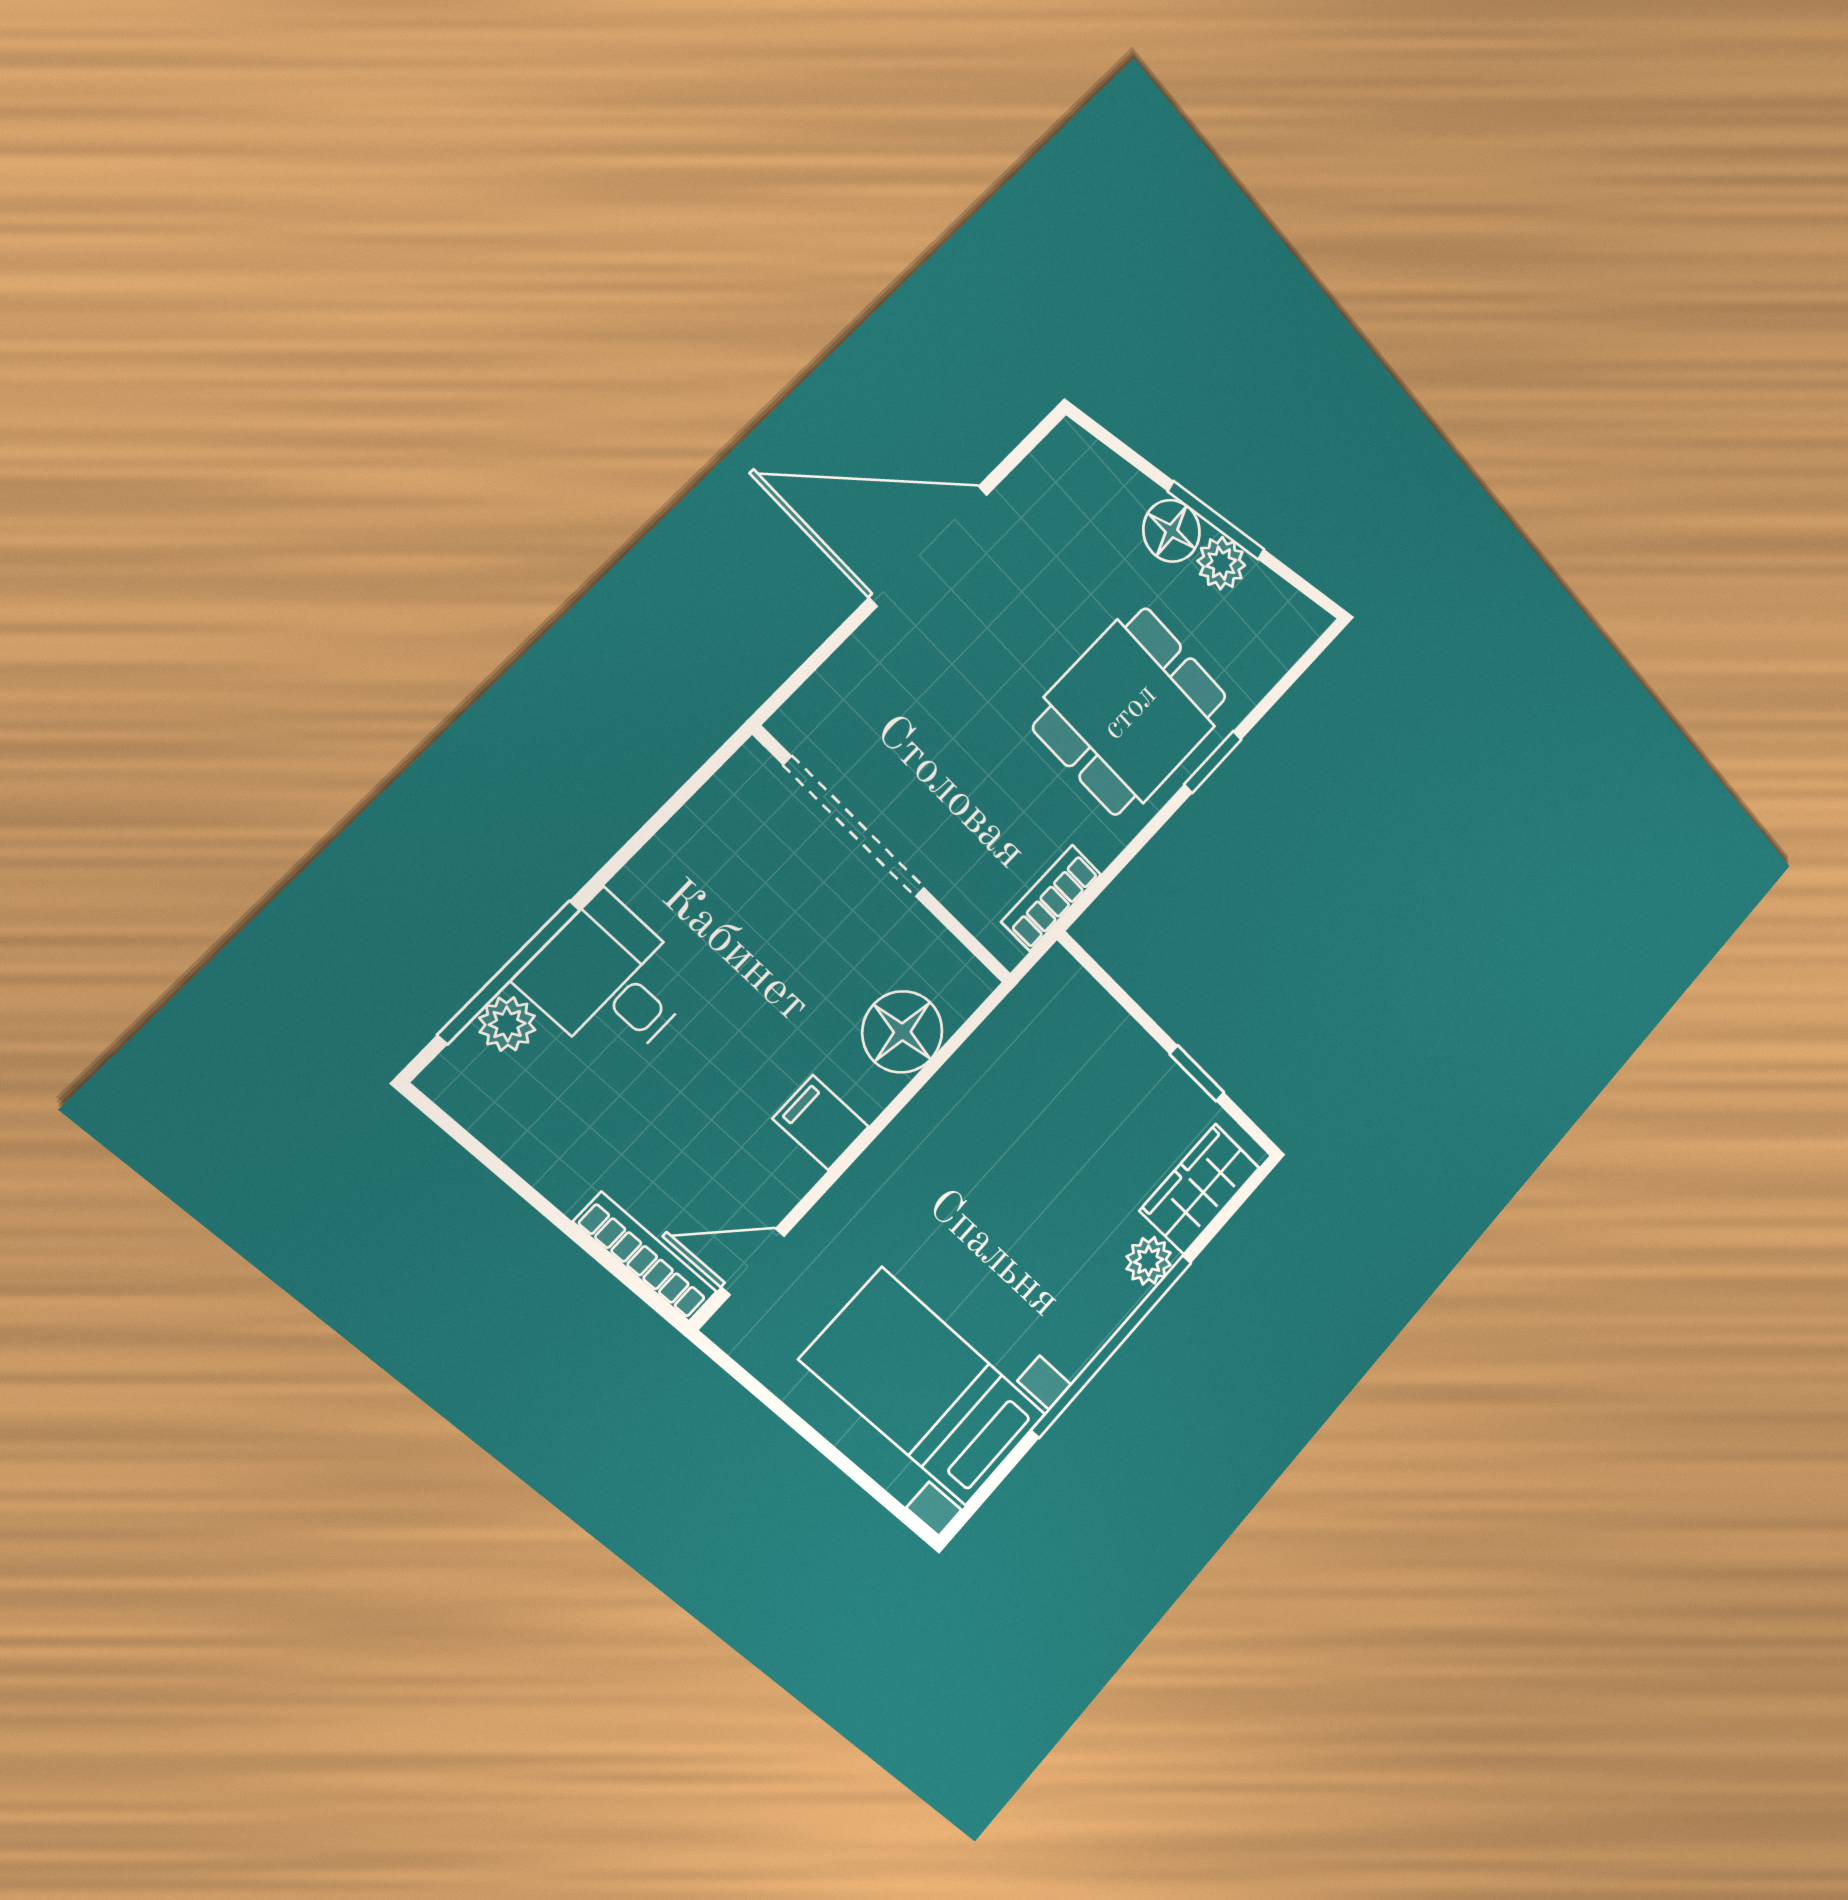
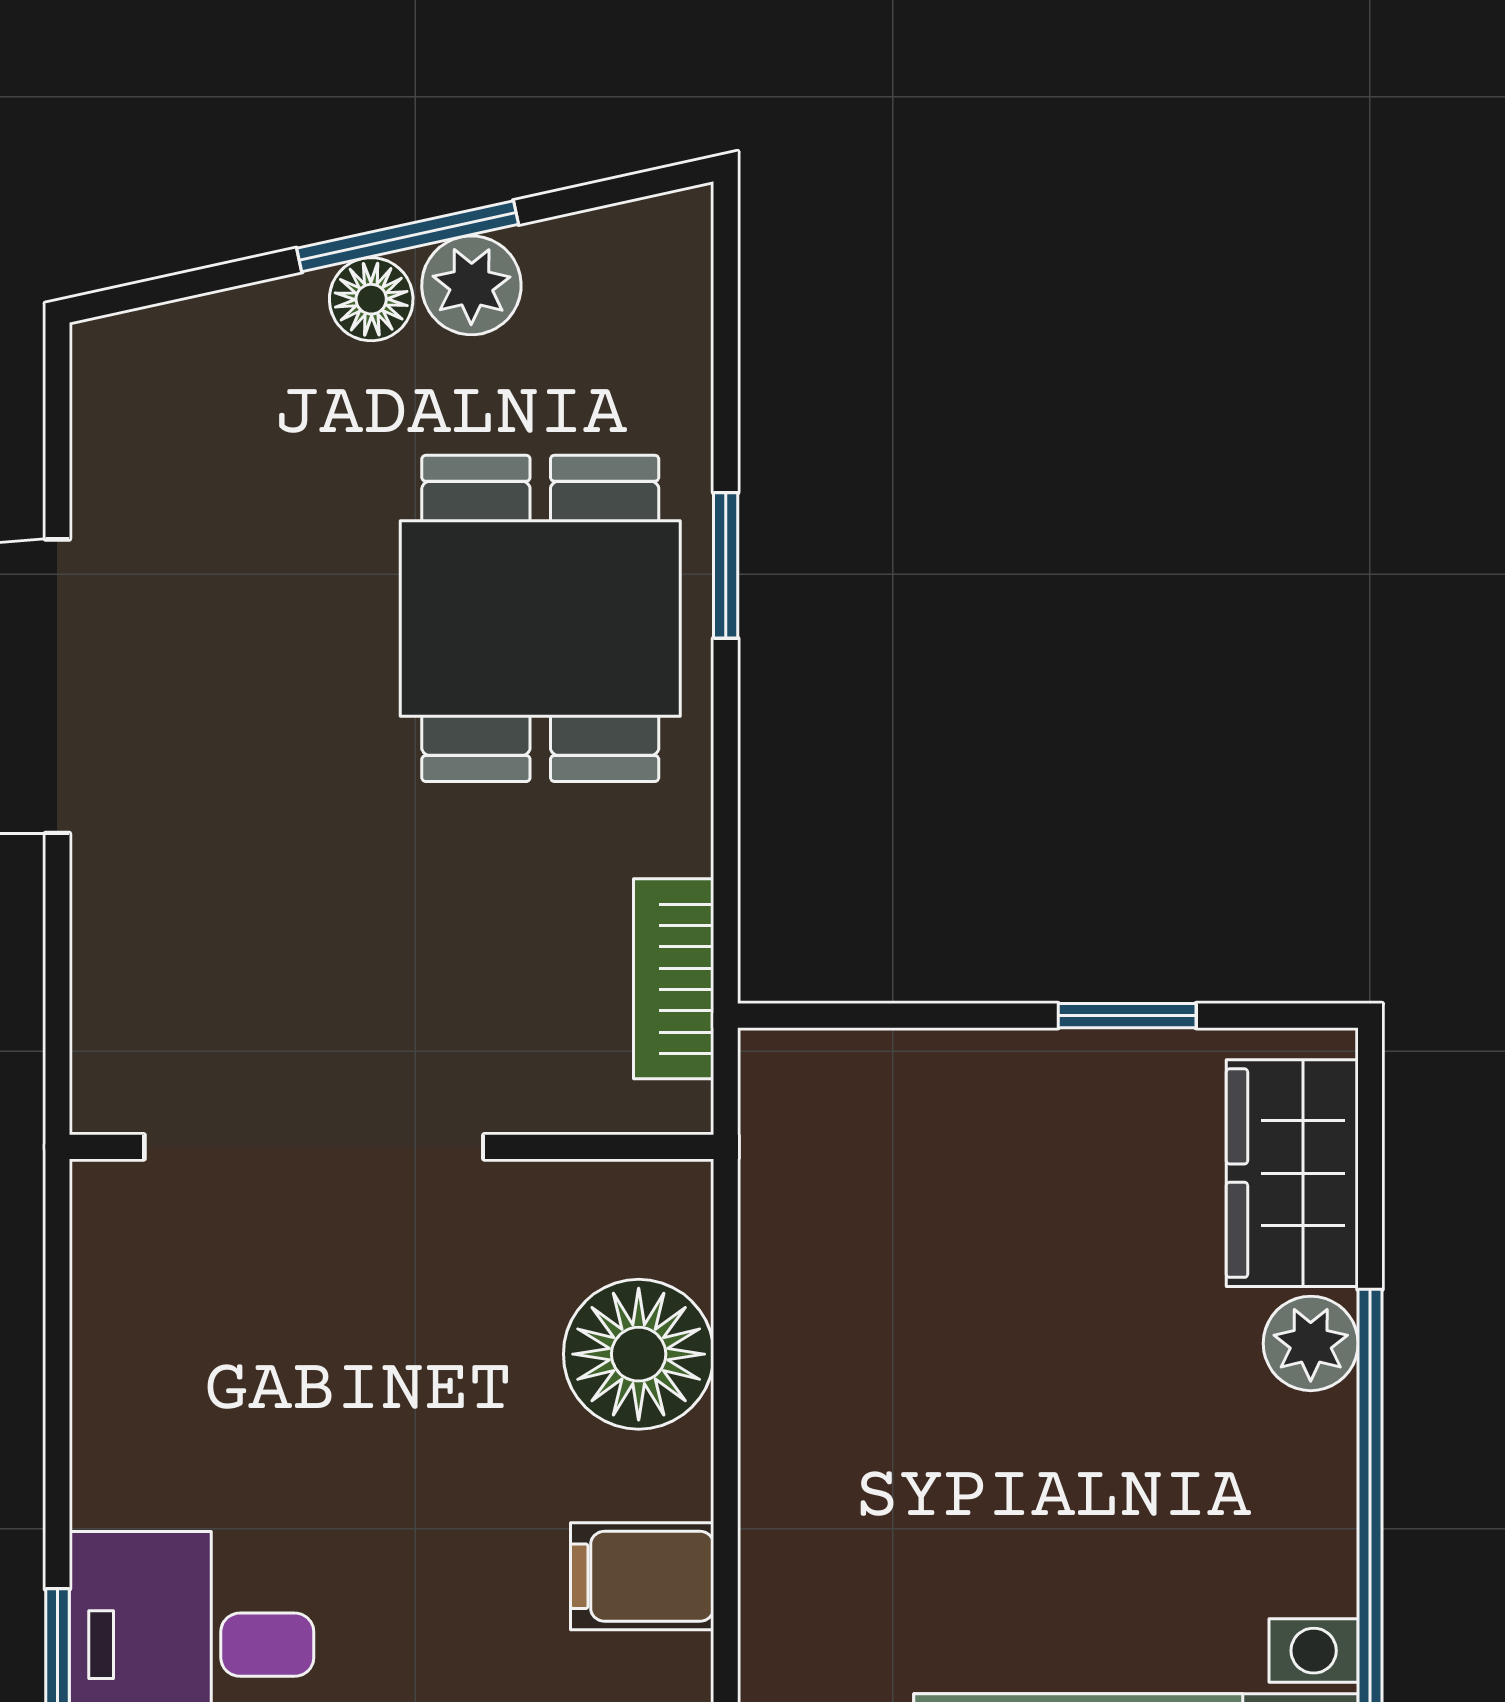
floor lamp: (1172, 531) -> (371, 299), width x0.73, depth x0.73

